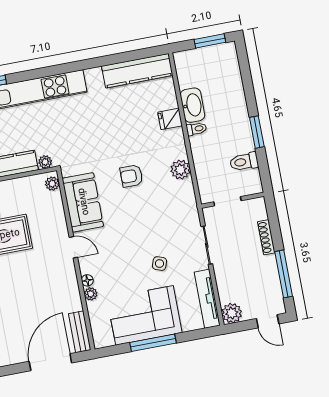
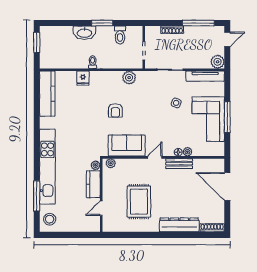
washbasin: (192, 105) -> (84, 33), moved, turned 180
plant: (180, 170) -> (129, 78), moved
bench: (80, 332) -> (179, 164), moved

